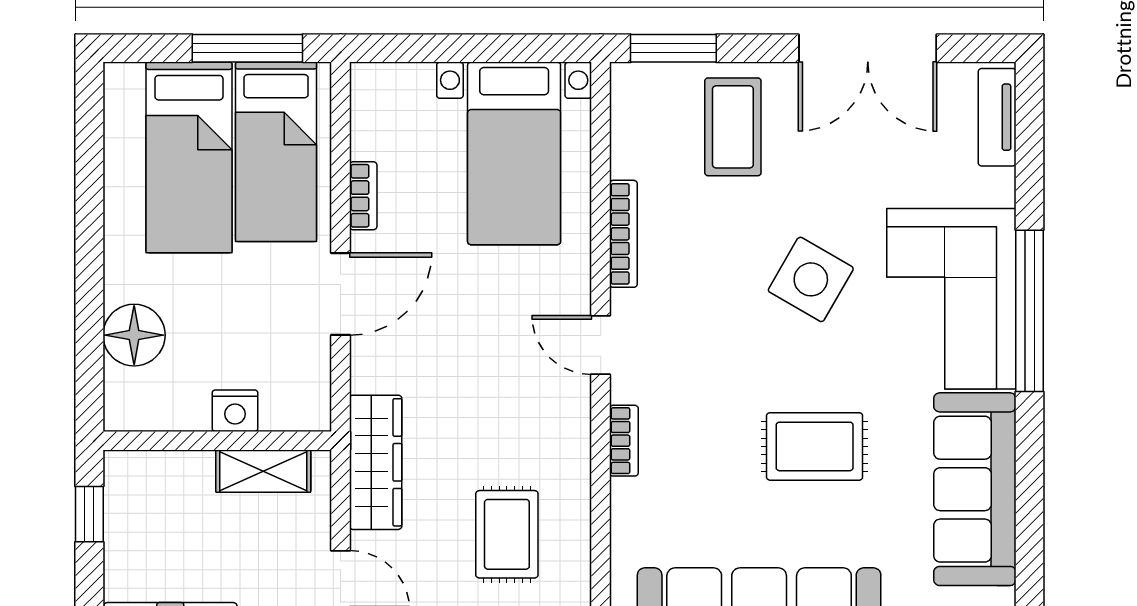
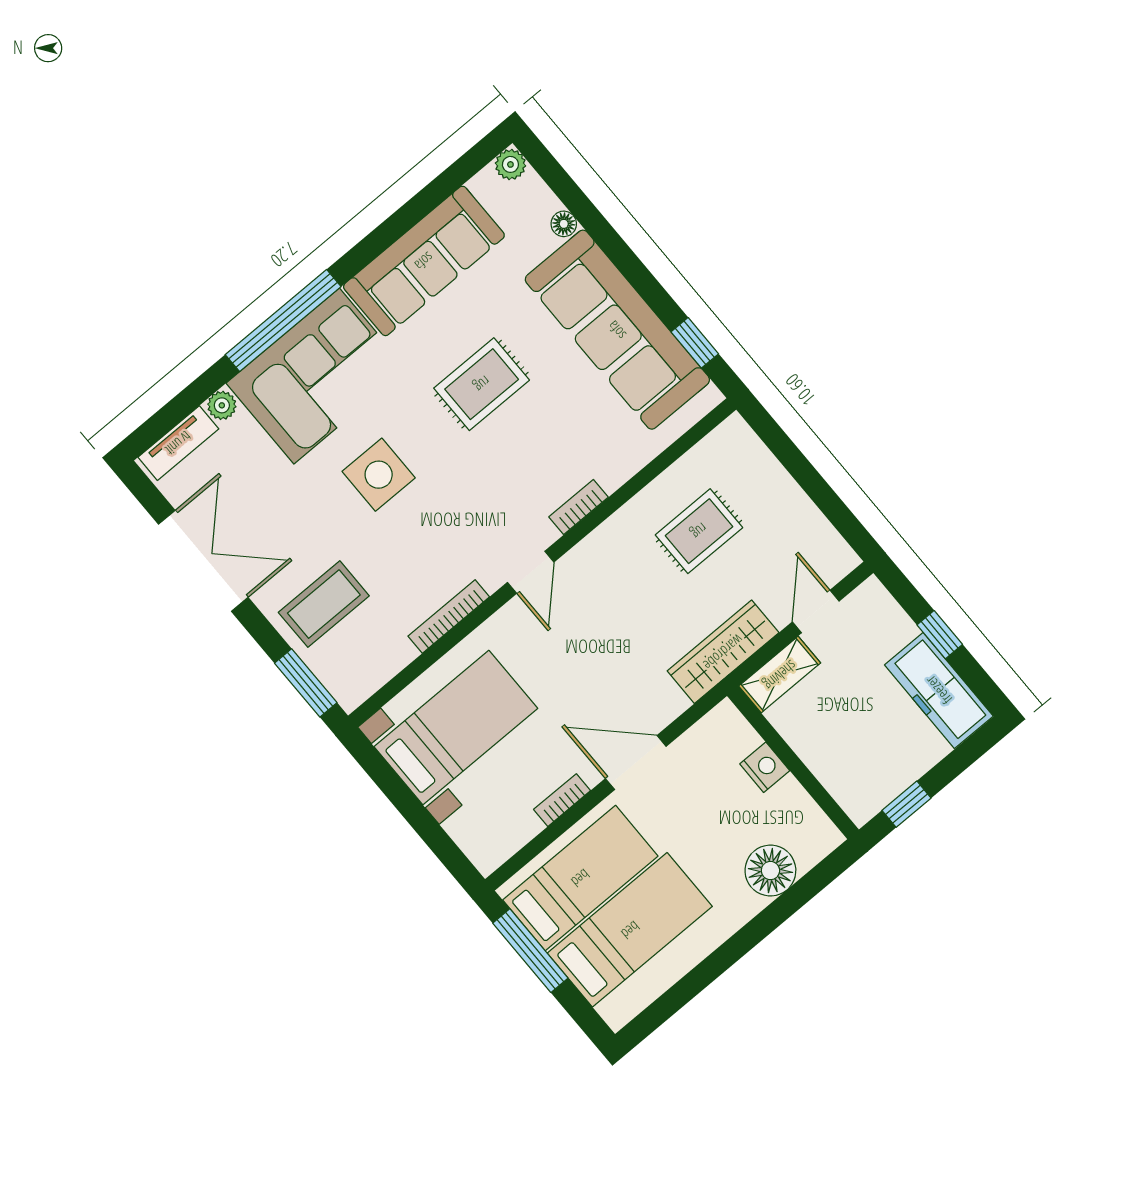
plant: (998, 187) -> (222, 405), added
side table: (811, 279) -> (379, 475), turned -30
rug: (815, 446) -> (482, 384), turned 90
shelving: (263, 471) -> (780, 675), moved, turned 90

